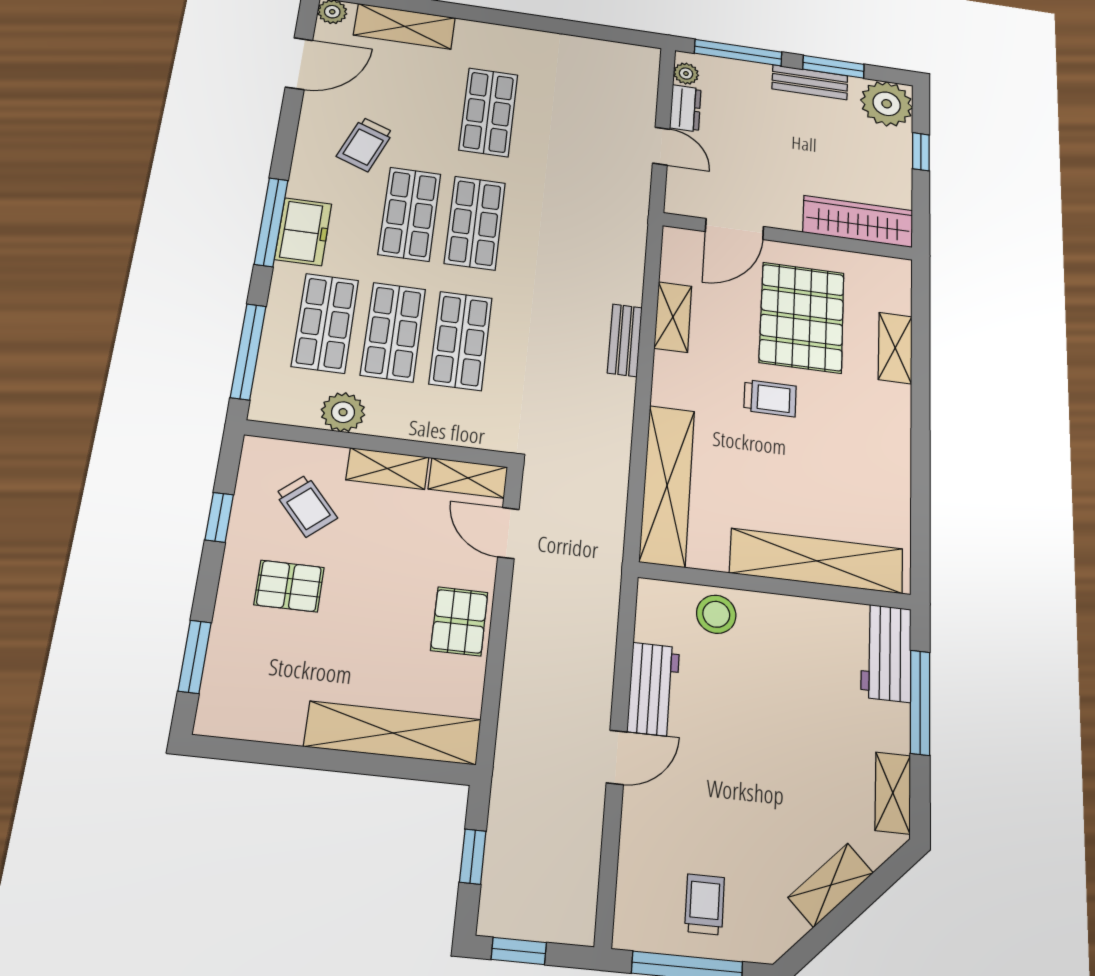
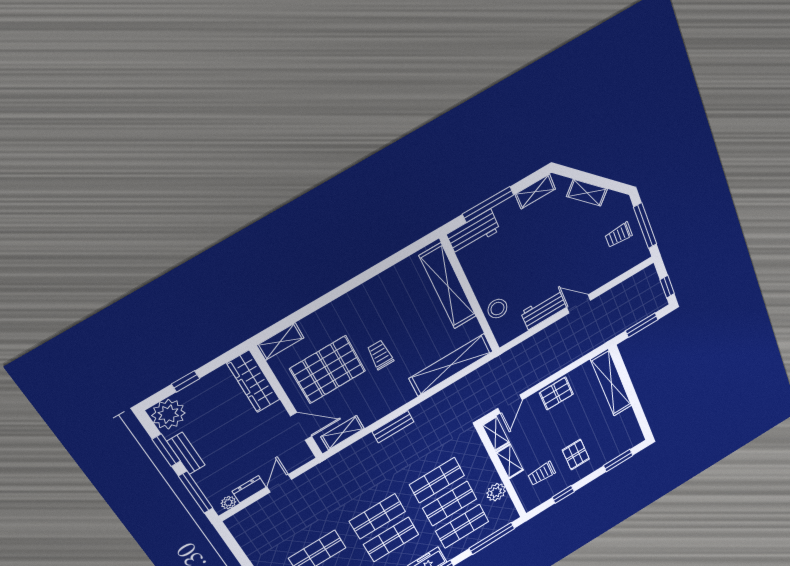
shelving: (673, 317) -> (342, 433), moved
shelving: (895, 348) -> (280, 342), moved
trolley: (306, 506) -> (542, 474), turned -139
window: (473, 857) -> (642, 325), width x1.50

